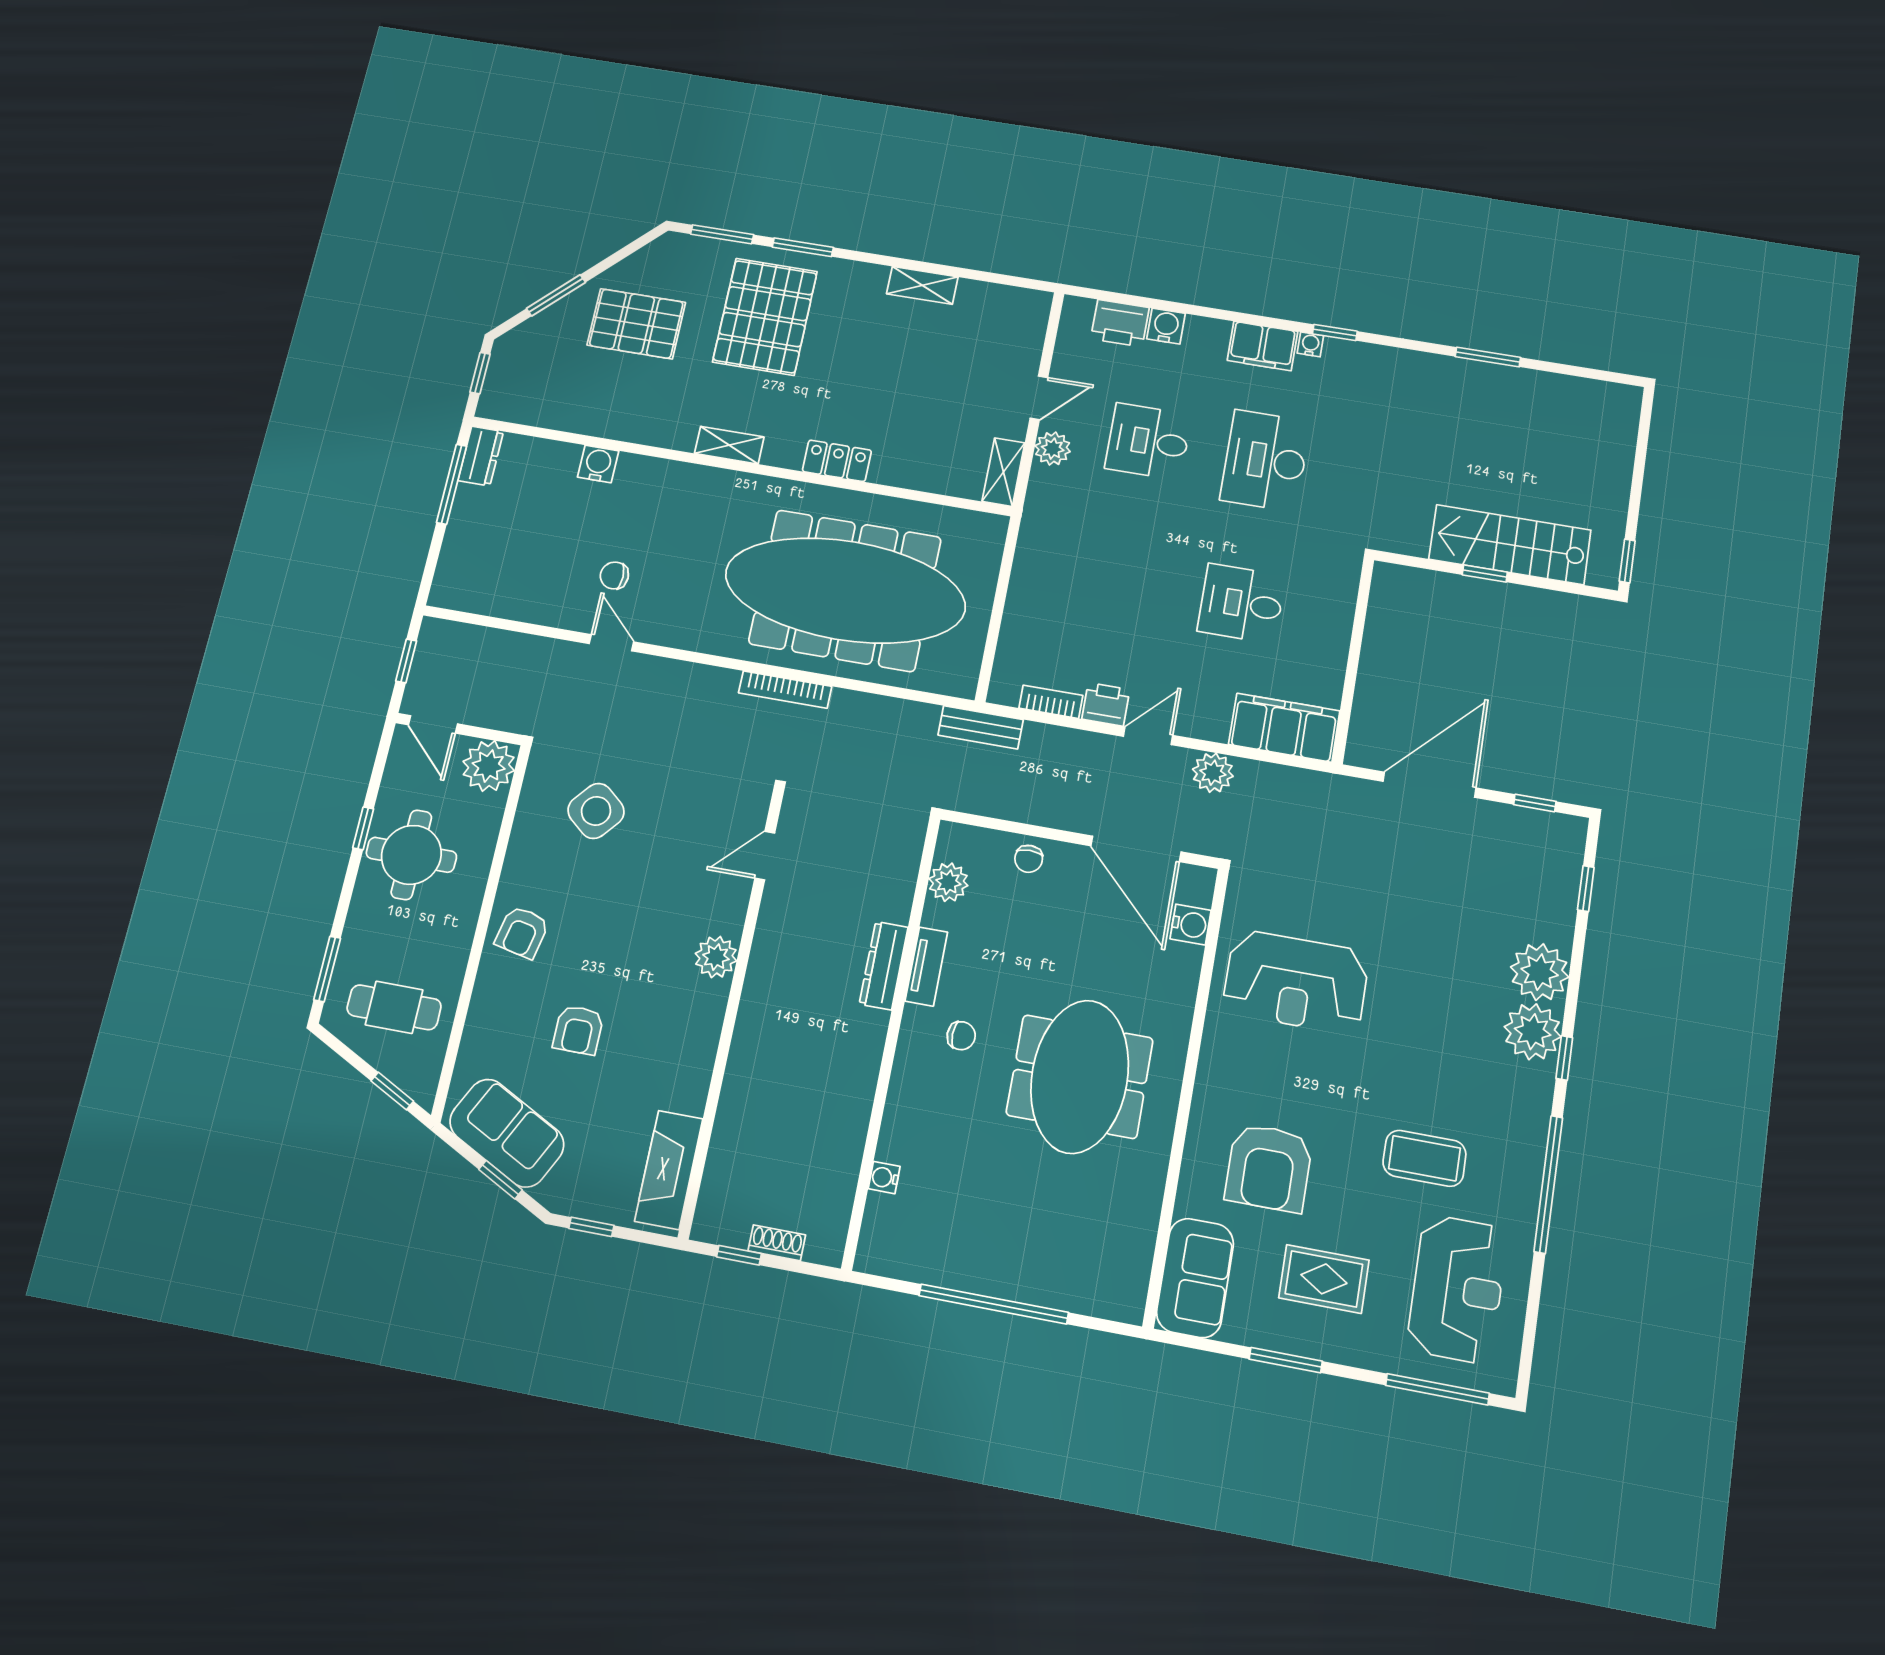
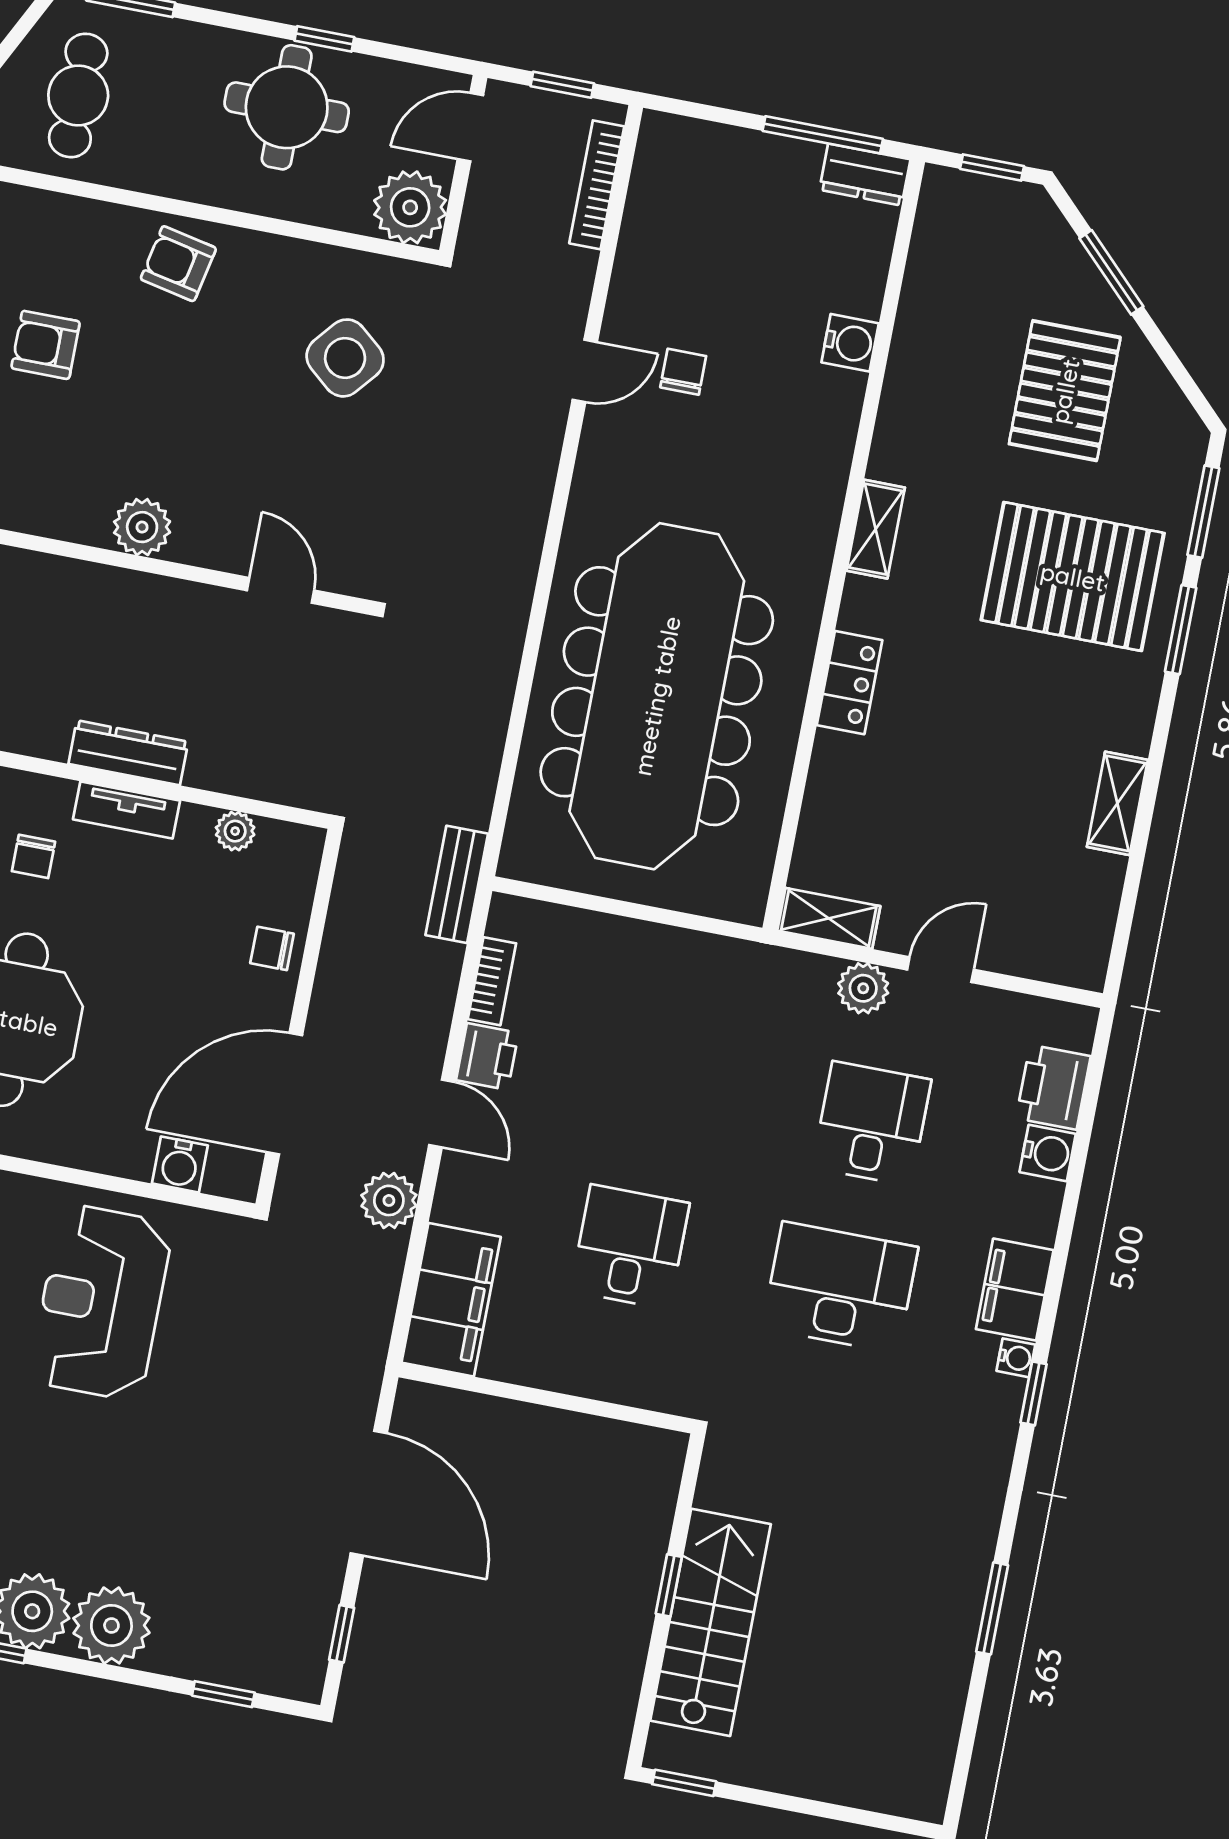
door: (1039, 398) -> (940, 970), swing flipped
bookcase: (785, 690) -> (597, 185), moved
plant: (948, 882) -> (235, 831), width x0.73, depth x0.73

